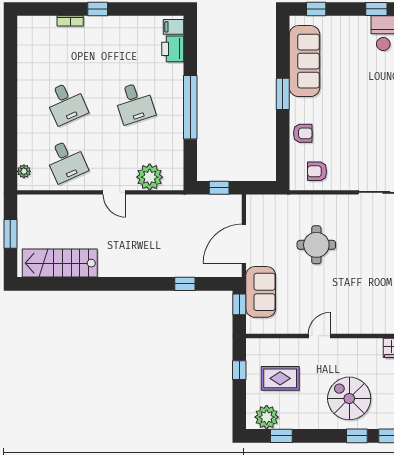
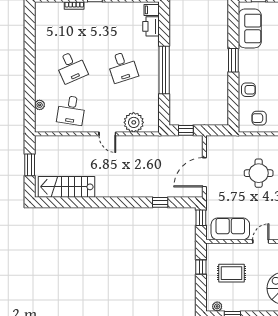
sofa: (305, 61) -> (250, 28), width x0.73
desk: (66, 161) -> (71, 110), turned 33
plant: (24, 171) -> (40, 105), moved
sofa: (261, 292) -> (230, 229), moved, turned -90
plant: (267, 417) -> (217, 306), width x0.53, depth x0.53

